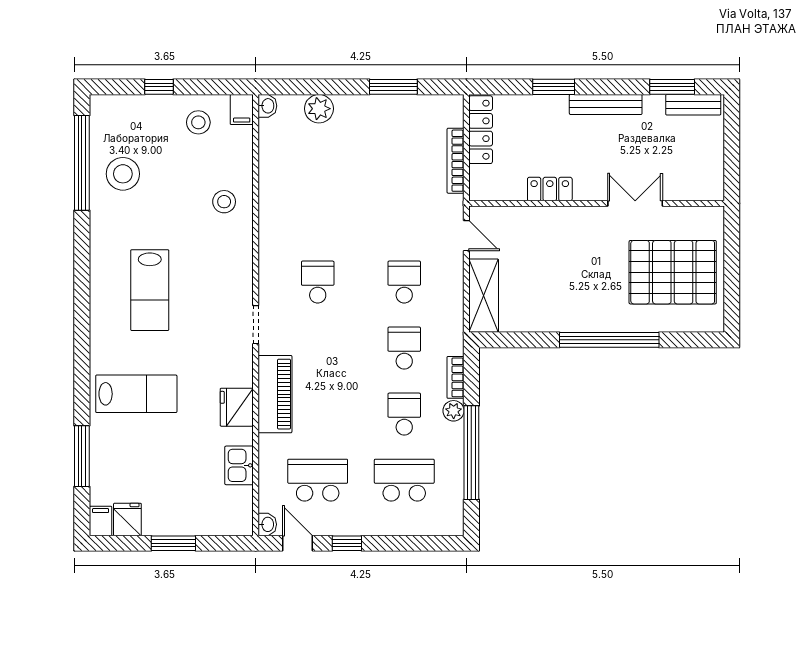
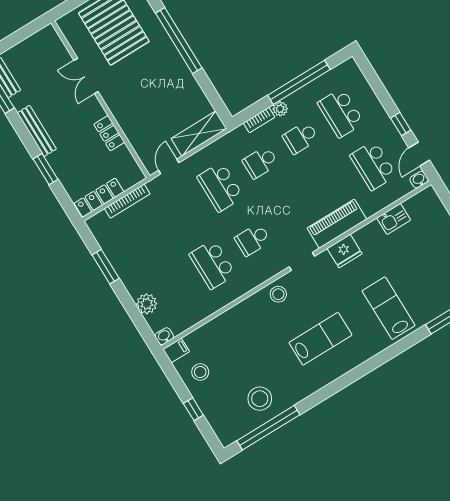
stool: (224, 202) -> (278, 294), moved
school desk: (318, 216) -> (212, 264), added
school desk: (404, 282) -> (220, 187), width x1.85
fridge: (237, 407) -> (345, 251), moved

